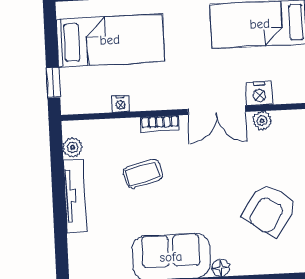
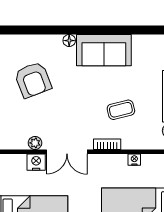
double door: (216, 110) -> (67, 152), swing flipped
armchair: (269, 210) -> (33, 80), turned 125

